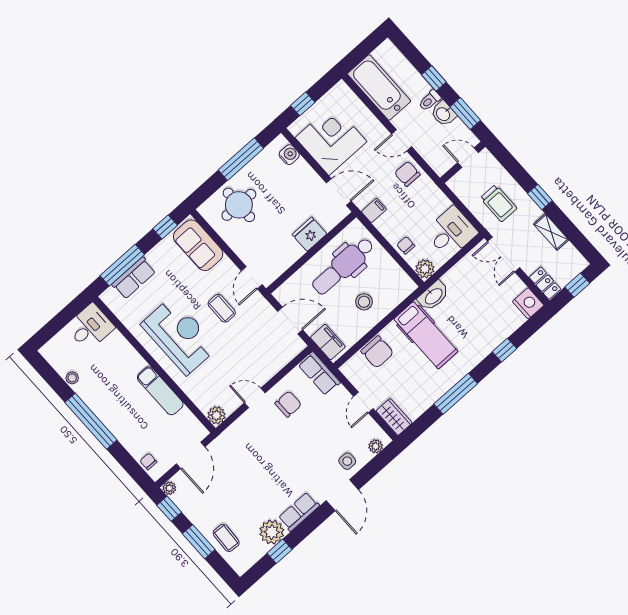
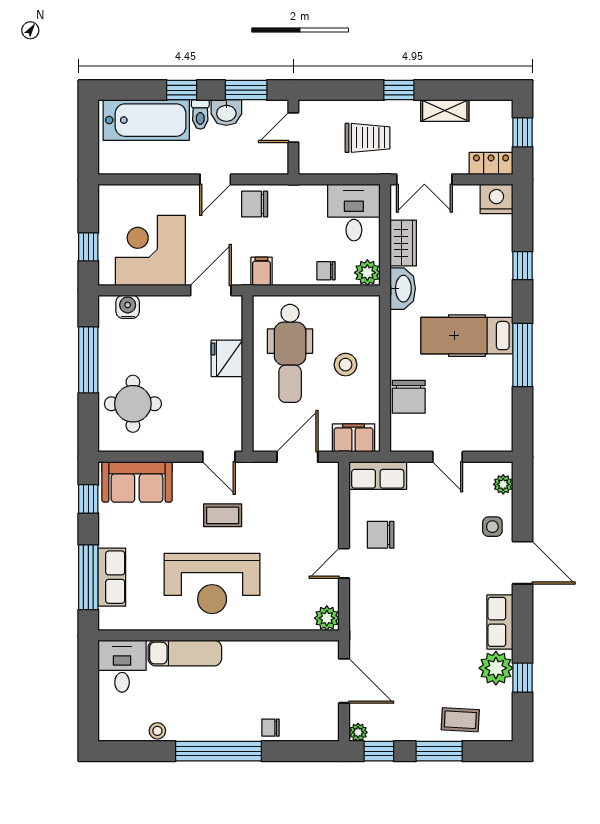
bathtub: (379, 87) -> (146, 120), moved, turned 180
hospital bed: (426, 335) -> (467, 336), moved, turned 180
reception desk: (179, 336) -> (212, 583), turned 180
chair: (377, 352) -> (409, 397), turned 90
exam couch: (160, 391) -> (185, 653), moved
chair: (288, 404) -> (381, 535), turned -90
wardrobe: (394, 417) -> (403, 243), moved, turned 90
chair: (148, 461) -> (270, 728), moved

